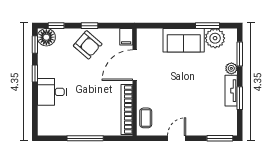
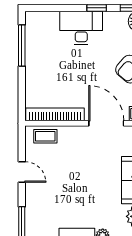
desk: (52, 92) -> (81, 28), width x1.37
window: (85, 138) -> (22, 46), moved

